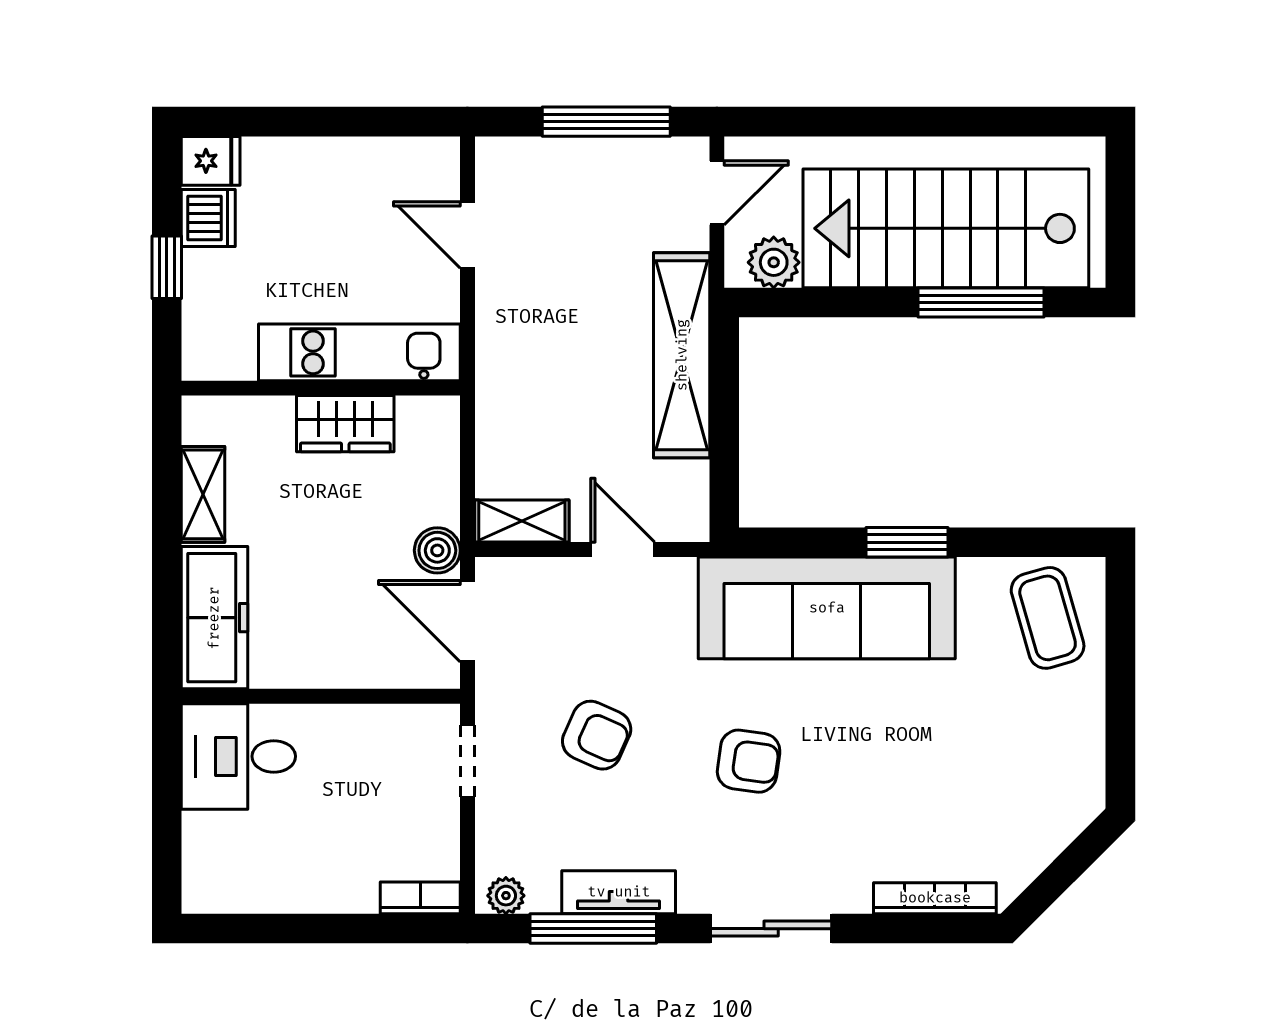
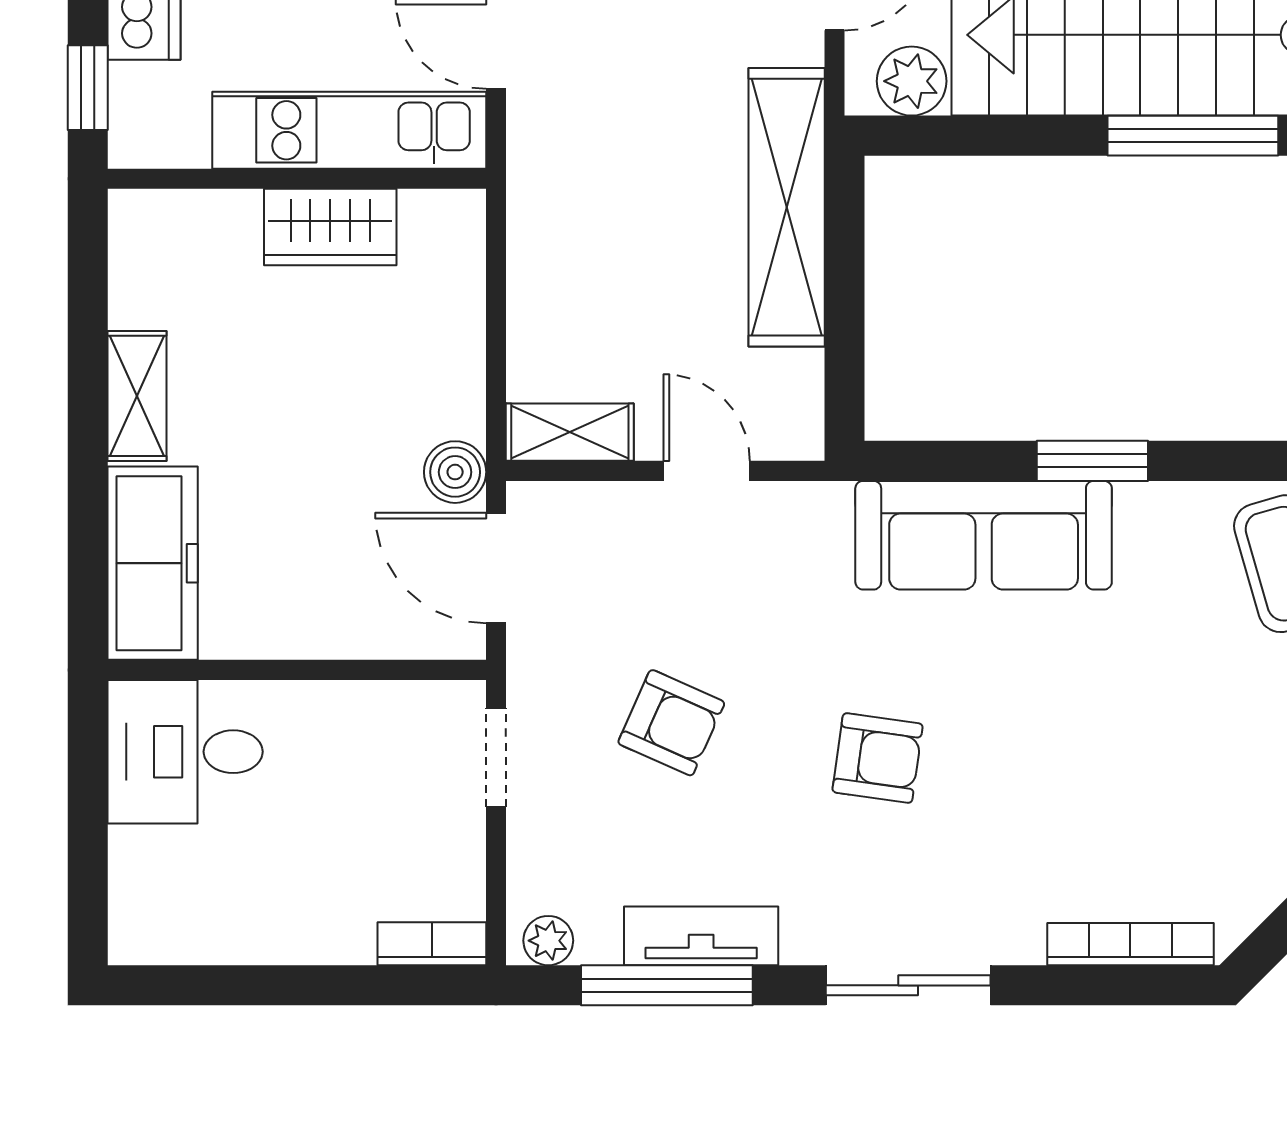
kitchen unit: (359, 352) -> (349, 130), moved
wall: (321, 388) -> (297, 179), moved
wardrobe: (345, 424) -> (330, 227), moved
sofa: (827, 608) -> (984, 535), width x0.74, depth x0.79

